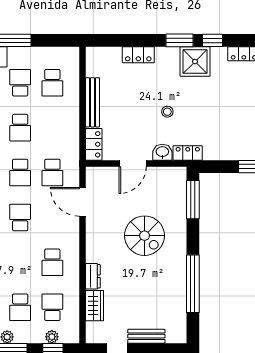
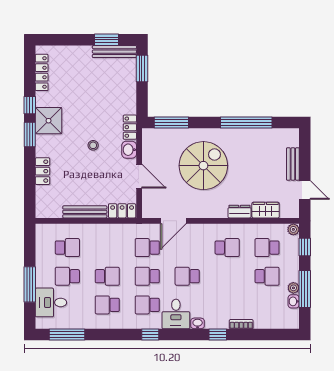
school desk: (20, 173) -> (147, 276), turned 180
school desk: (52, 173) -> (147, 248), turned 180
spiral stairs: (145, 236) -> (203, 166), width x1.37, depth x1.37
plant: (52, 337) -> (293, 229), moved

